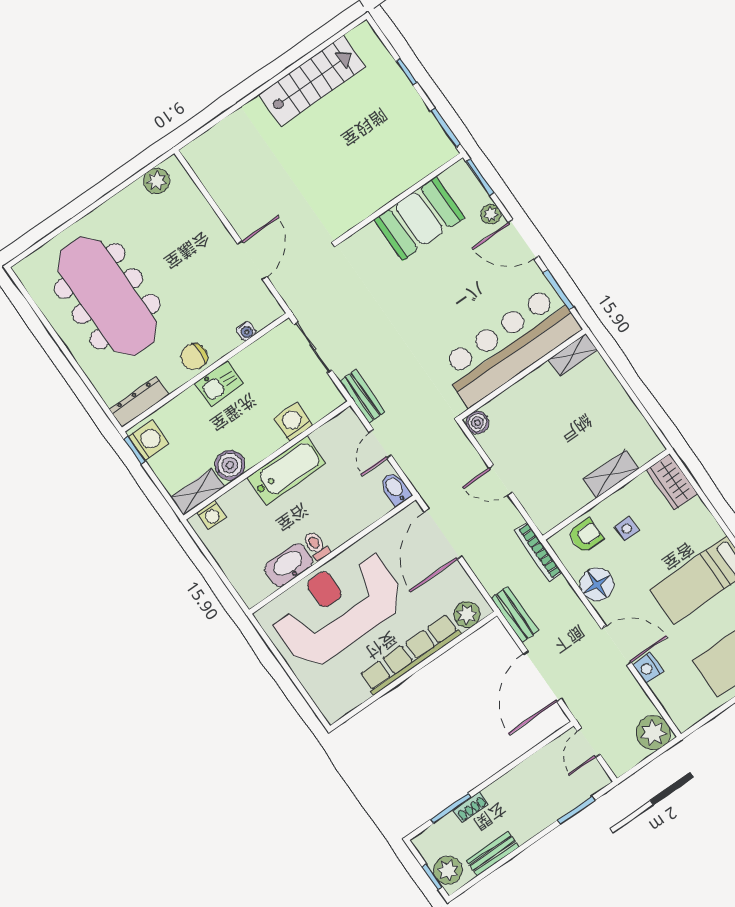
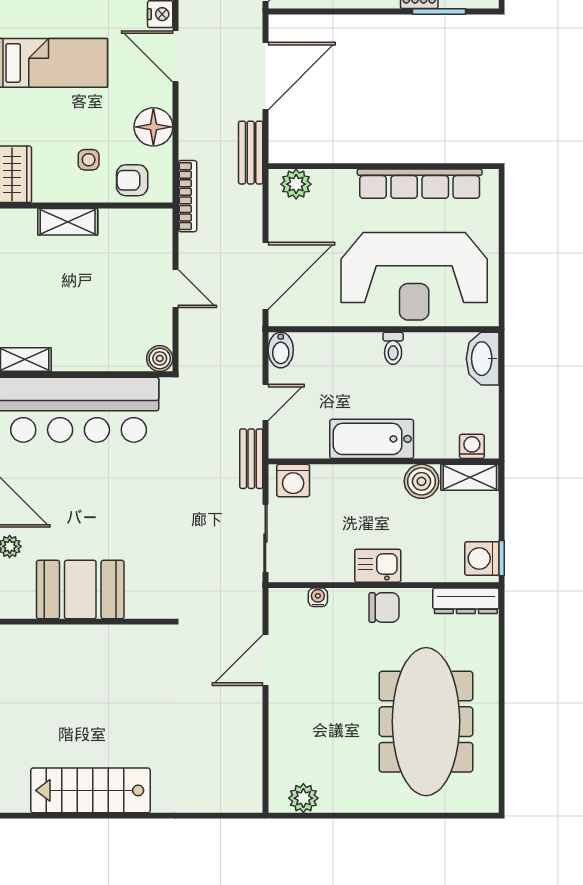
washing machine: (293, 422) -> (293, 481), moved
washbasin: (289, 565) -> (483, 359), moved, turned 90
row of seats: (410, 654) -> (420, 184), moved

